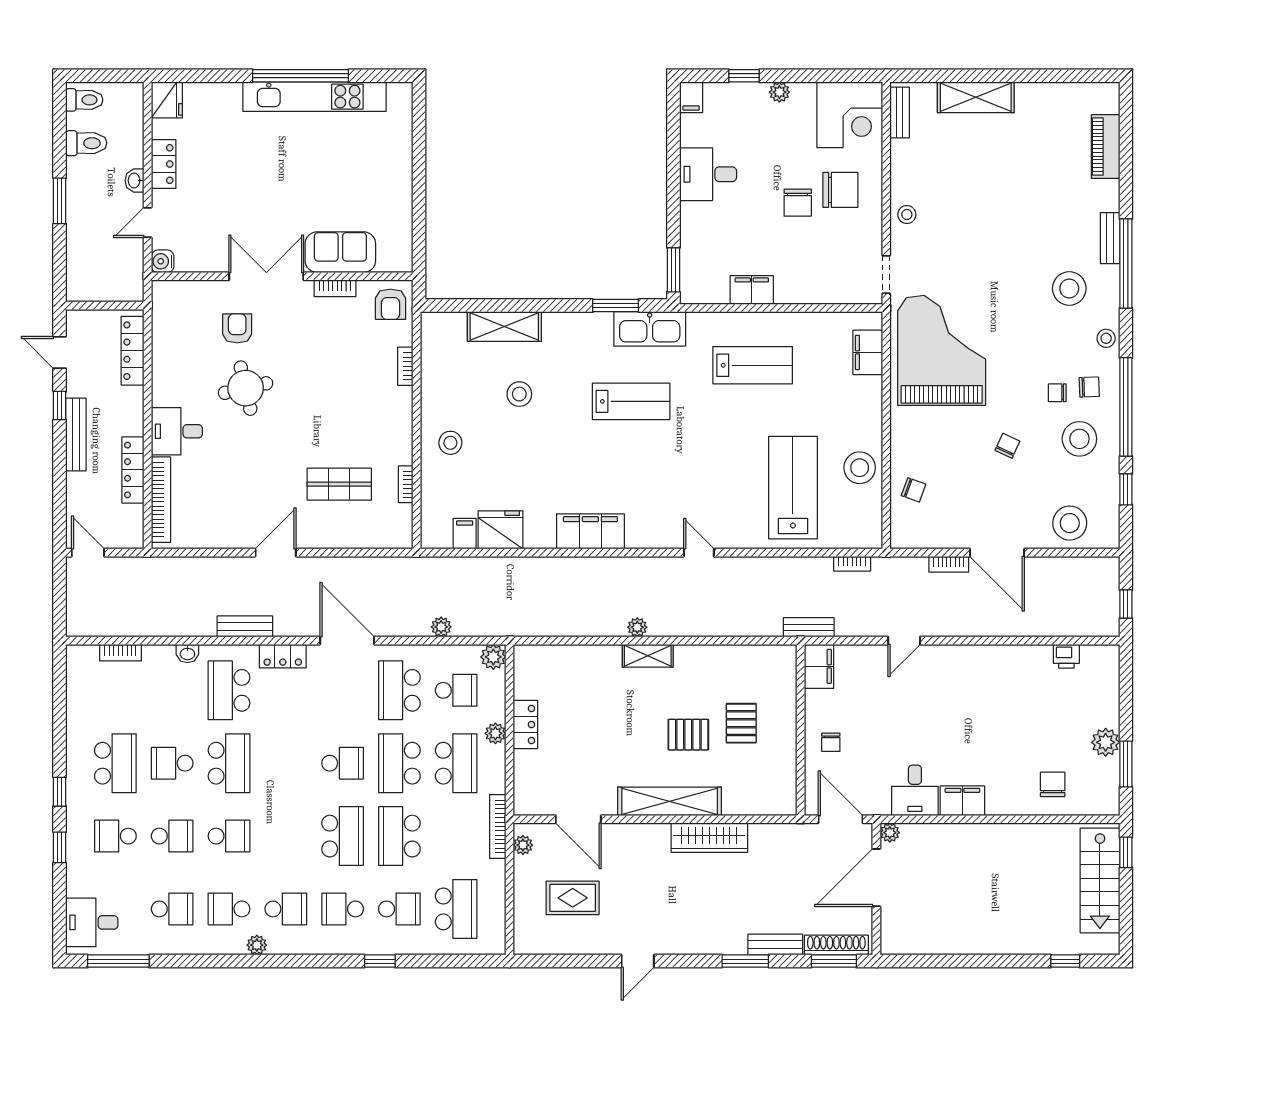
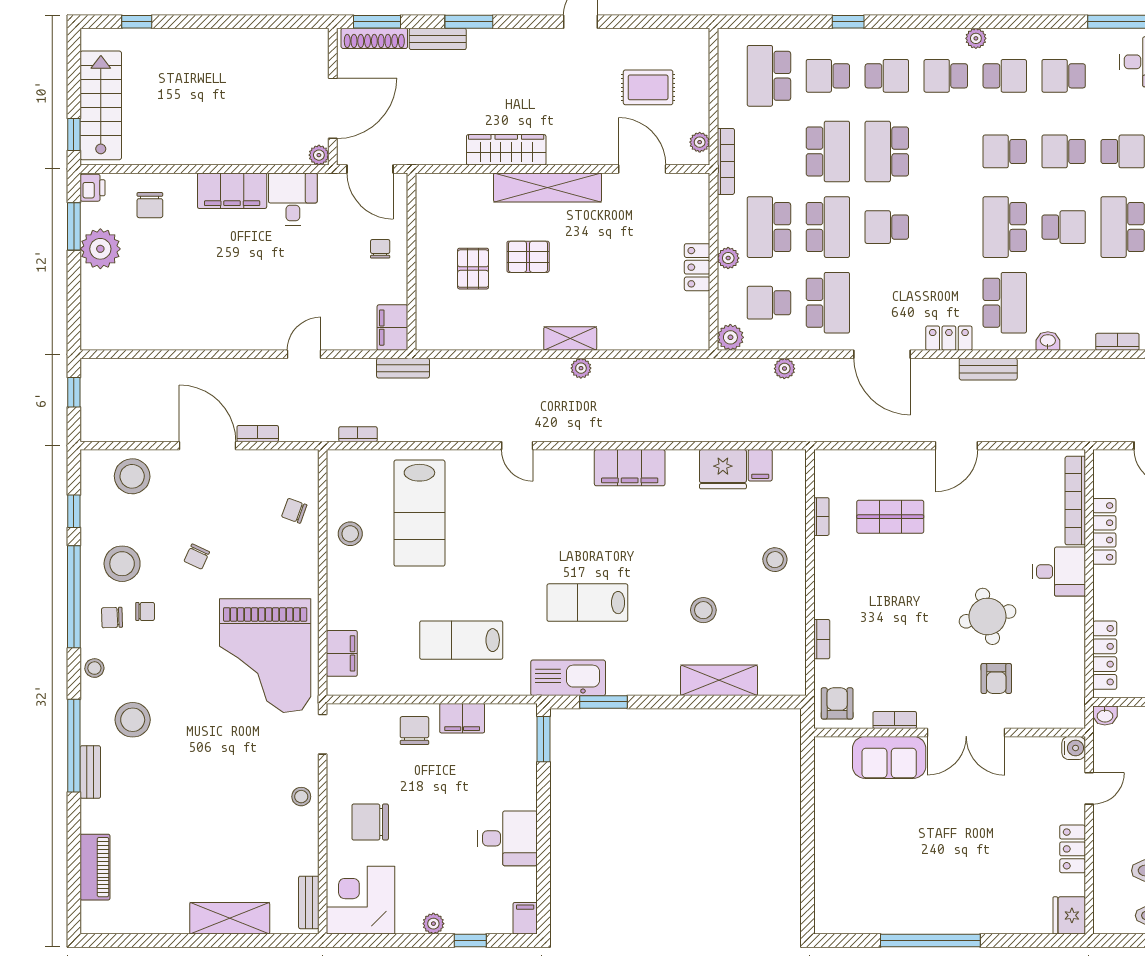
kitchen unit: (315, 97) -> (916, 919), removed
washbasin: (135, 181) -> (1105, 716), moved, turned 90
chair: (798, 203) -> (414, 731), moved
stool: (860, 468) -> (350, 534), width x0.73, depth x0.73
printer: (1066, 656) -> (93, 188), moved, turned 90
plant: (1106, 742) -> (100, 249), width x1.36, depth x1.36
filing cabinet: (962, 801) -> (232, 191), width x1.50, depth x1.17

